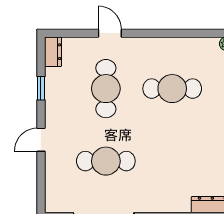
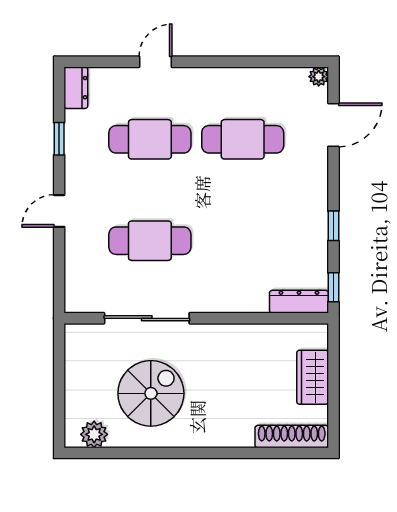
door: (110, 33) -> (155, 62), hinge flipped
cafe table: (106, 89) -> (150, 139), turned 90

